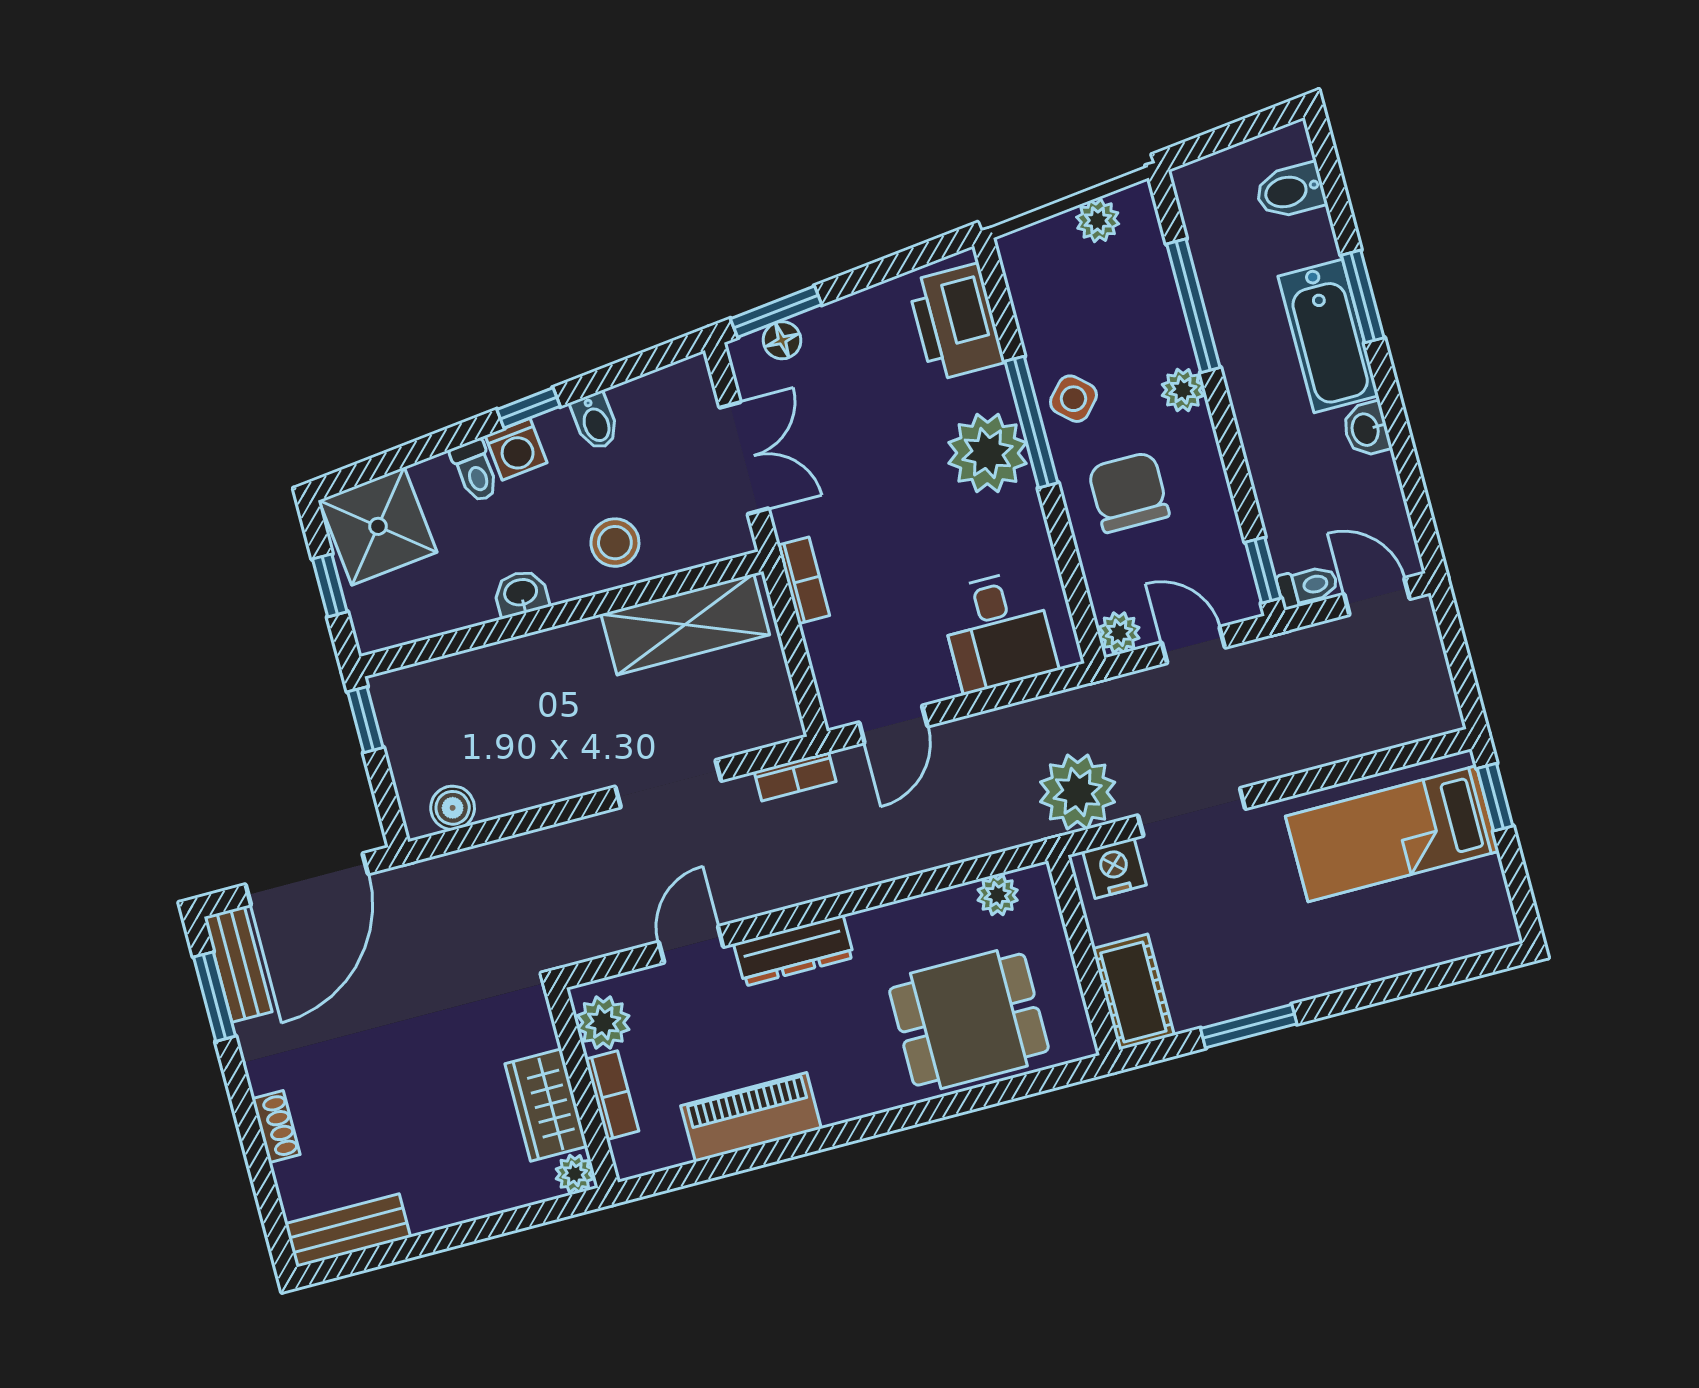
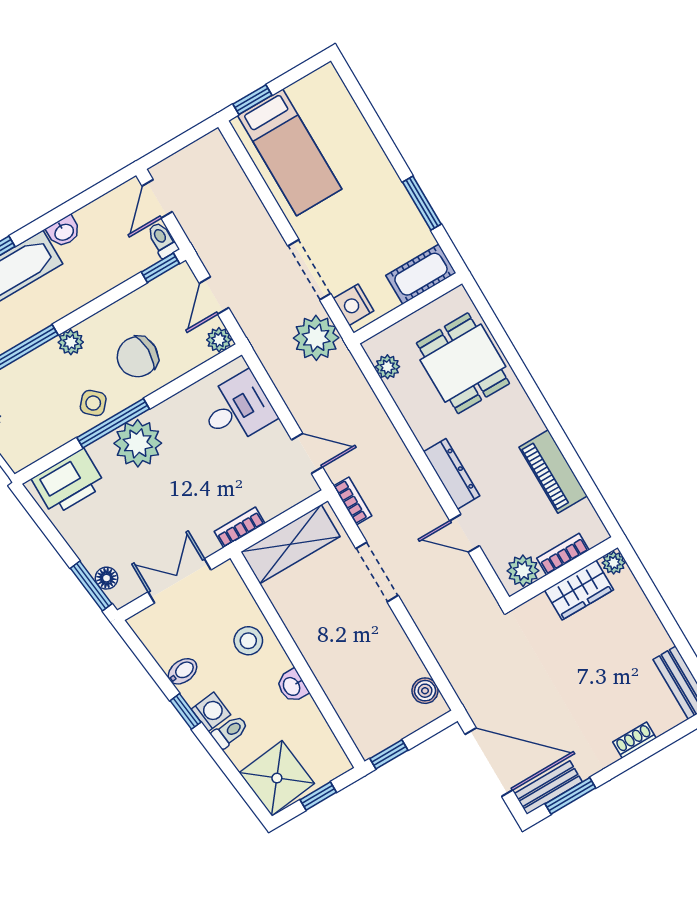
shelving: (685, 624) -> (290, 544), moved, turned 90

